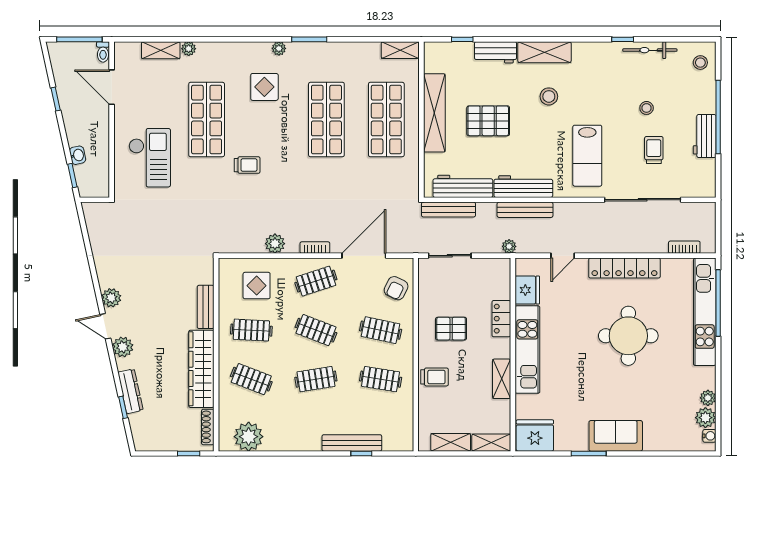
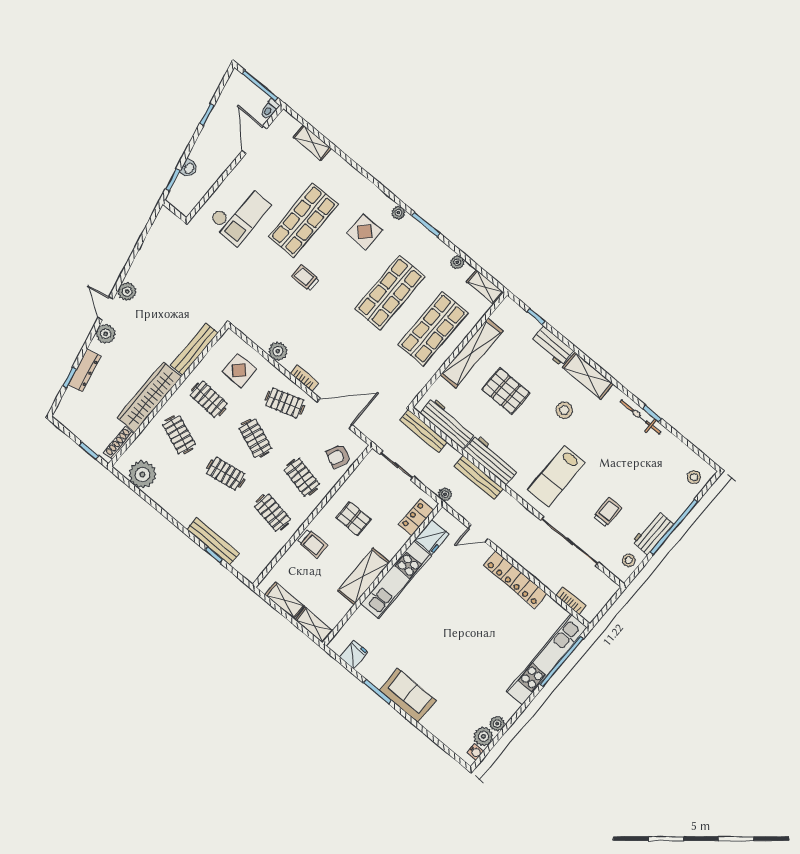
plant: (189, 49) -> (457, 262), moved
bicycle: (650, 50) -> (640, 417), moved
stool: (647, 108) -> (629, 560), moved
trolley: (247, 165) -> (305, 278), turned 180
bench: (206, 307) -> (194, 349), width x1.36
locker: (501, 319) -> (416, 517), moved
round table: (628, 336) -> (477, 631), removed
shelving: (502, 379) -> (364, 576), width x1.50, depth x1.33
fridge: (535, 435) -> (354, 654), width x0.53, depth x0.75

